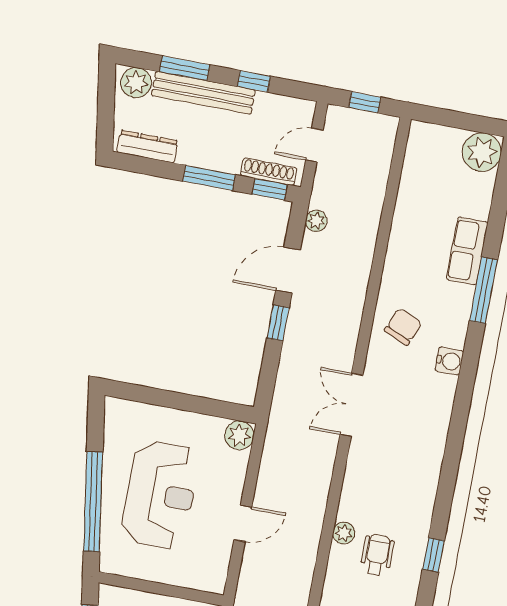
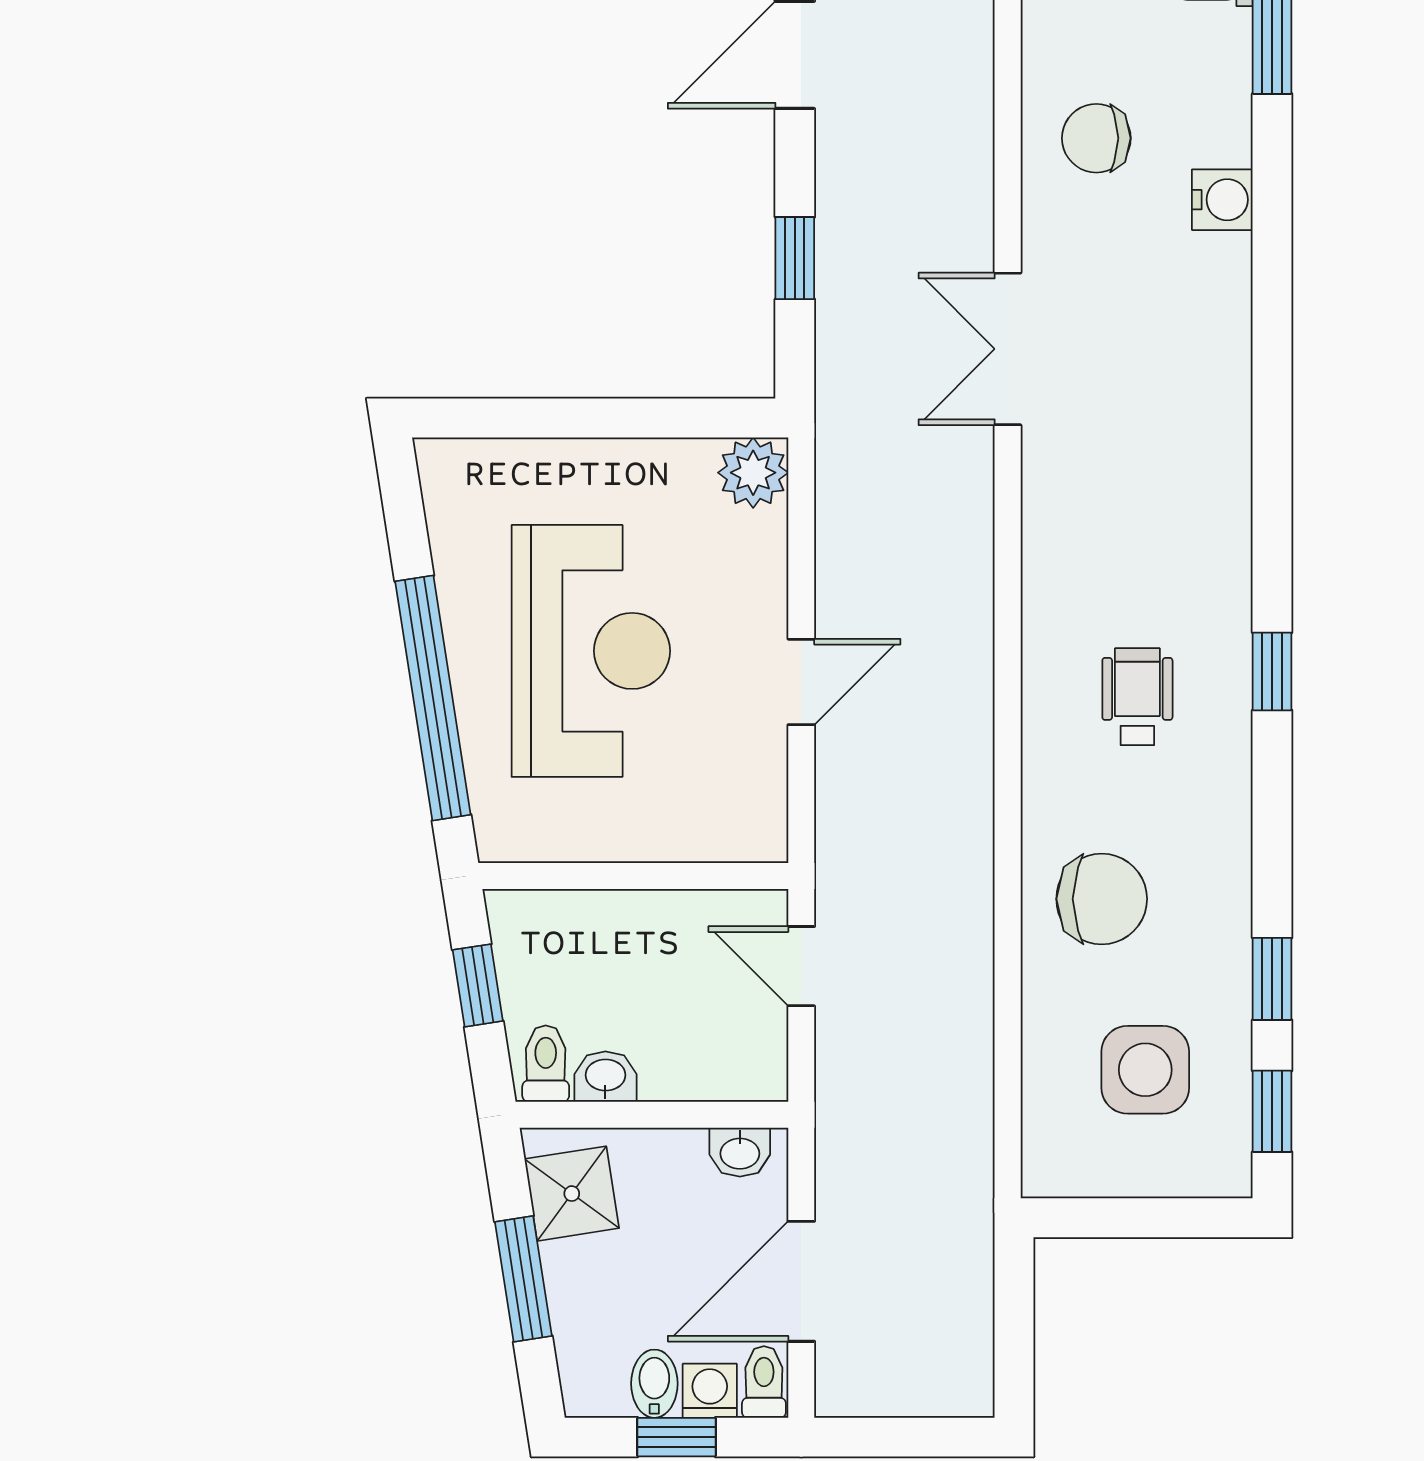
window: (278, 323) -> (795, 258), moved
chair: (403, 327) -> (1096, 138), turned -113
plant: (344, 533) -> (1047, 660), removed

